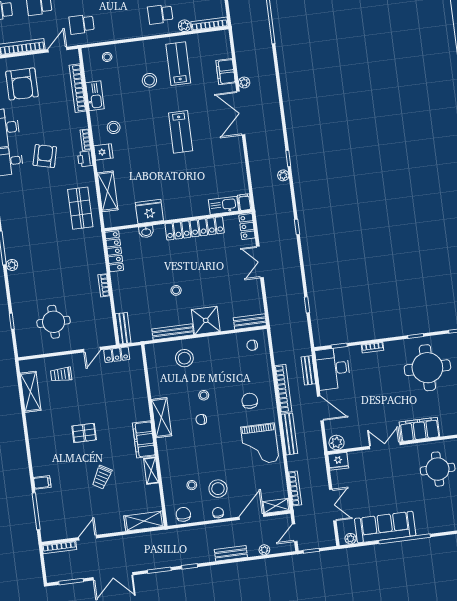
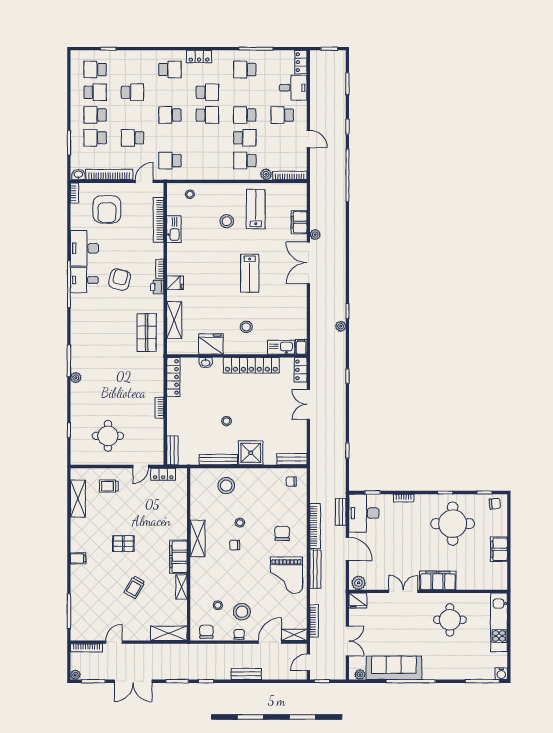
stool: (114, 127) -> (246, 327), moved
filing cabinet: (42, 482) -> (78, 558), moved
plant: (264, 550) -> (75, 675), moved

